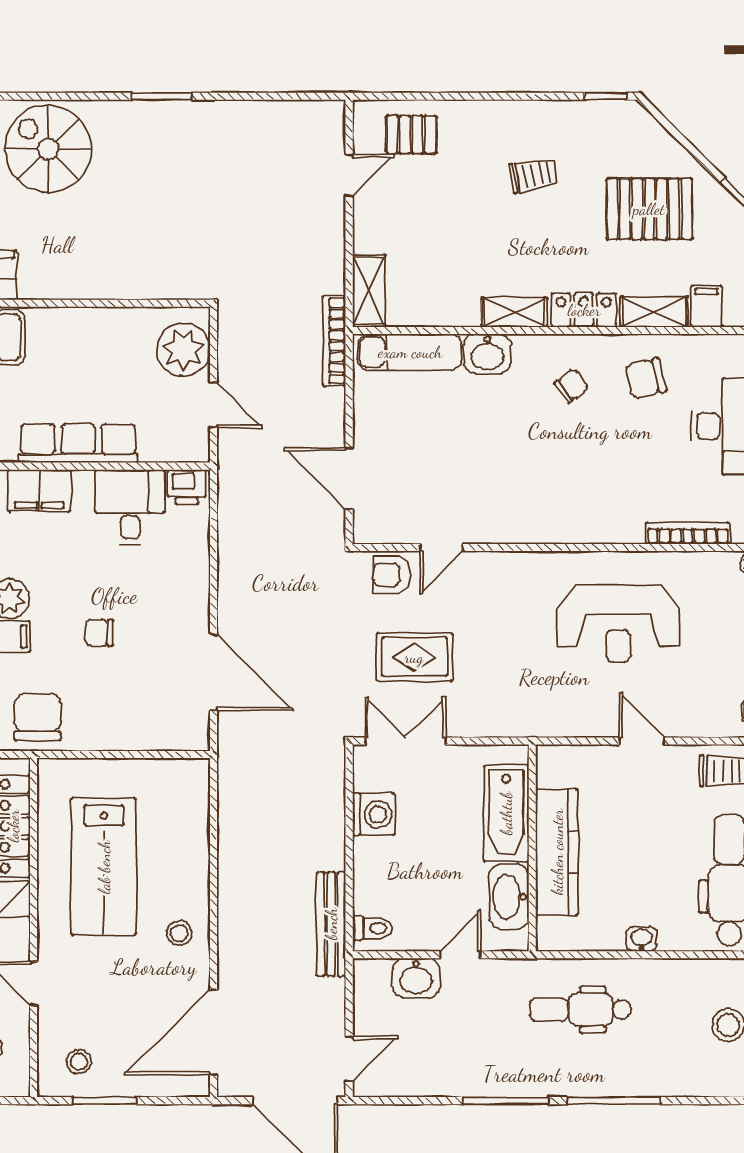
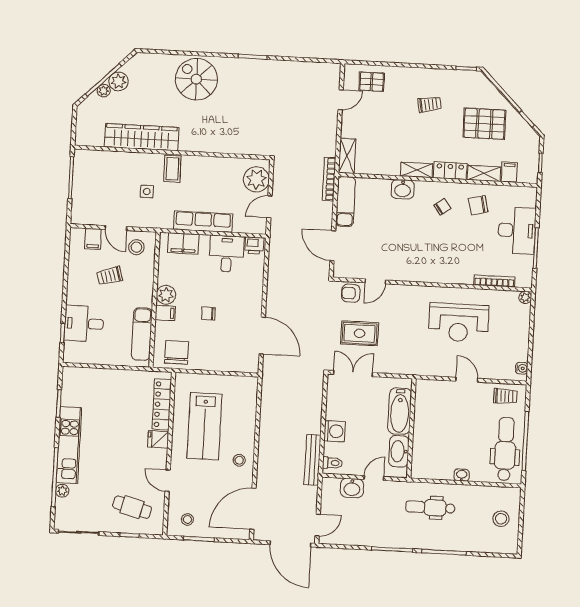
exam couch: (410, 352) -> (346, 202), moved, turned -90
door: (213, 405) -> (269, 207), swing flipped
washing machine: (374, 814) -> (335, 431), moved
kitchen counter: (557, 852) -> (423, 431), removed

